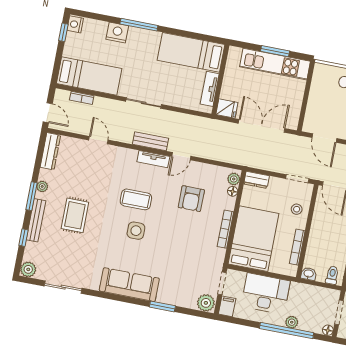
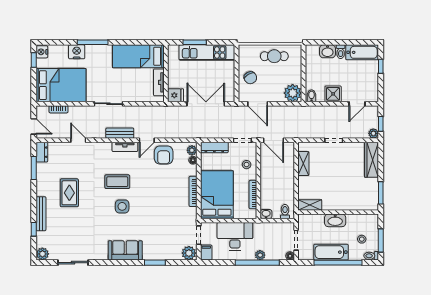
window: (275, 51) -> (195, 42), moved
bed: (89, 76) -> (61, 85), width x1.50
chair: (322, 105) -> (250, 78), added
dresser: (50, 151) -> (42, 152), width x0.70
dresser: (257, 180) -> (214, 147), width x1.44
plant: (42, 186) -> (41, 186), removed
window: (32, 196) -> (34, 168), moved
armchair: (191, 199) -> (164, 155), moved
rug: (75, 215) -> (69, 193), moved
sofa: (129, 285) -> (125, 250), width x0.73

